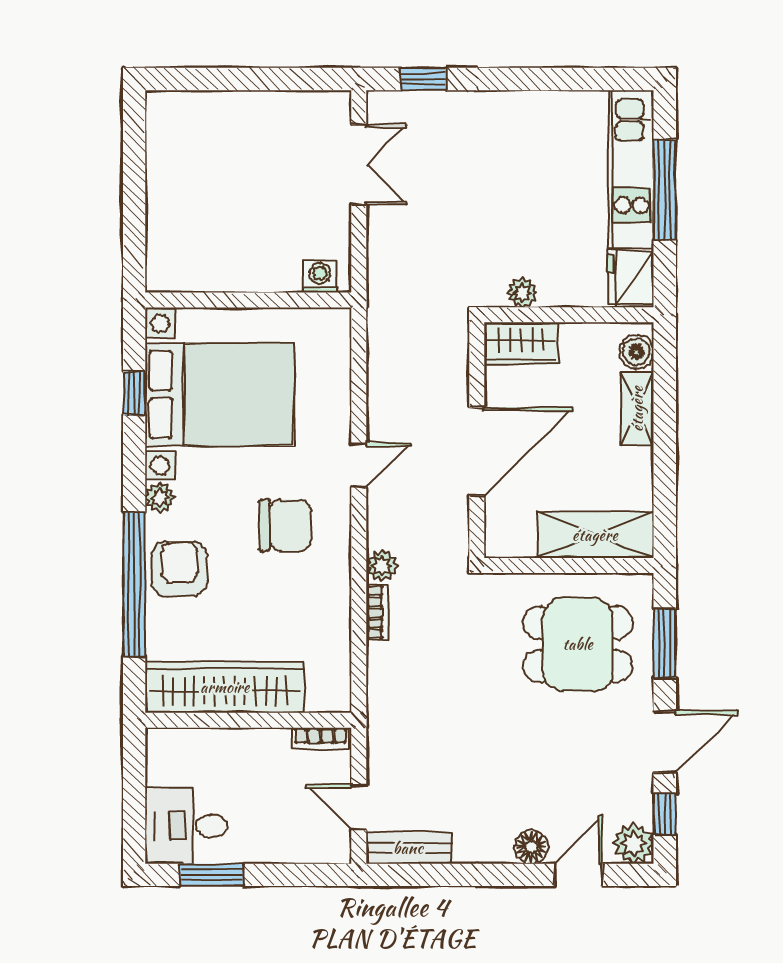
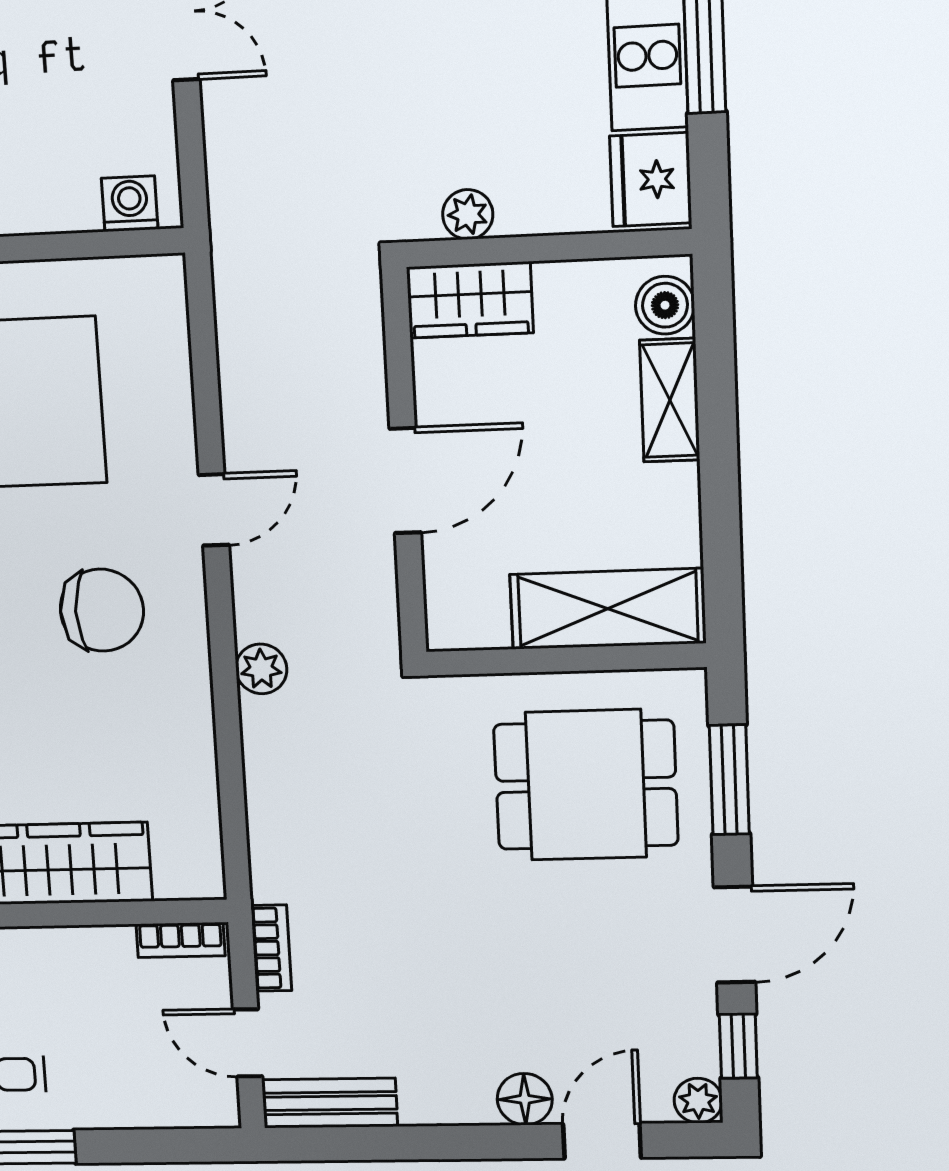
door: (477, 452) -> (405, 481), width x0.73
bookcase: (377, 612) -> (271, 948), moved
plant: (633, 844) -> (698, 1101), width x0.73, depth x0.73

